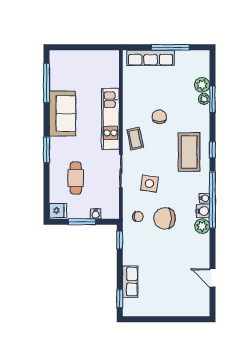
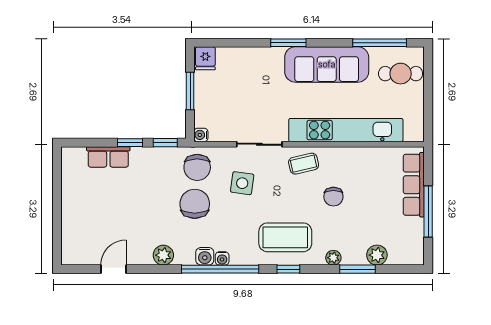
plant: (204, 99) -> (333, 258), moved
sofa: (62, 114) -> (327, 64), width x1.36
chair: (159, 117) -> (333, 197), turned 90
kitchen unit: (110, 119) -> (346, 130), width x1.36
cafe table: (76, 178) -> (401, 74), moved
water cooler: (96, 214) -> (201, 135), moved
chair: (138, 217) -> (197, 167), width x1.87, depth x1.87
plant: (202, 226) -> (163, 255), moved
window: (120, 299) -> (130, 143), moved

